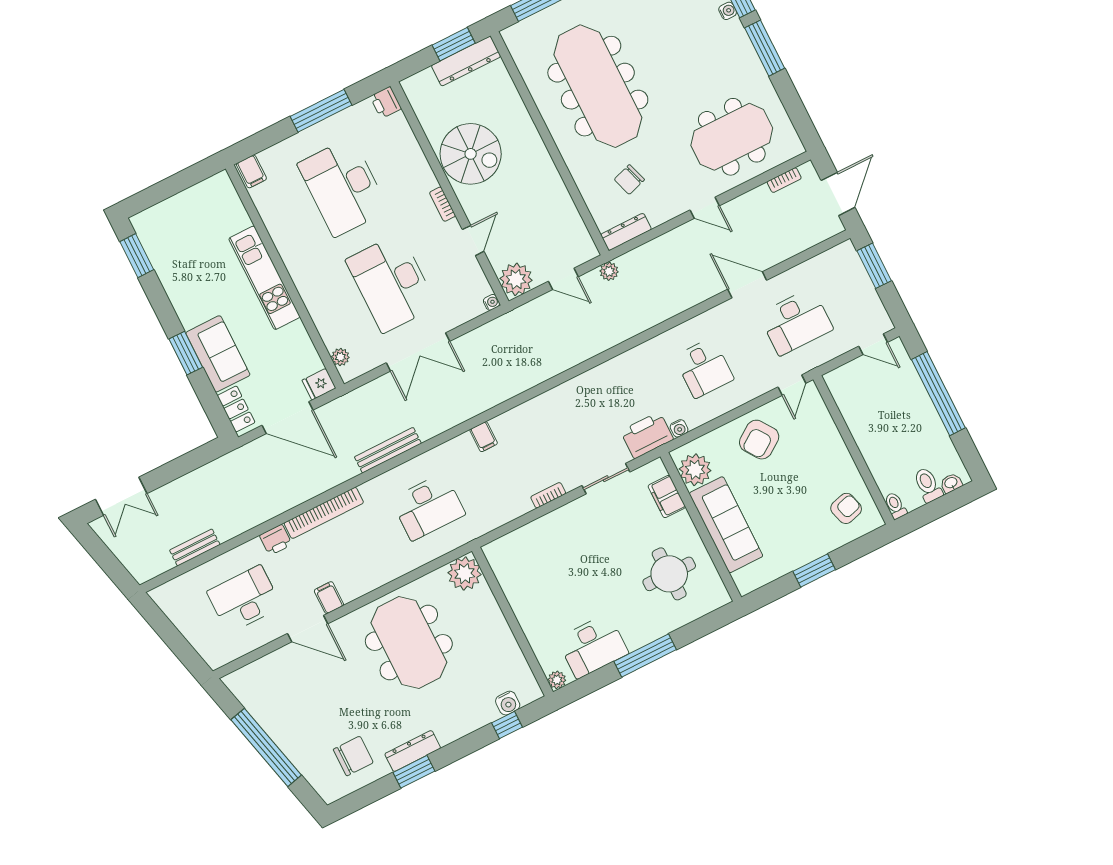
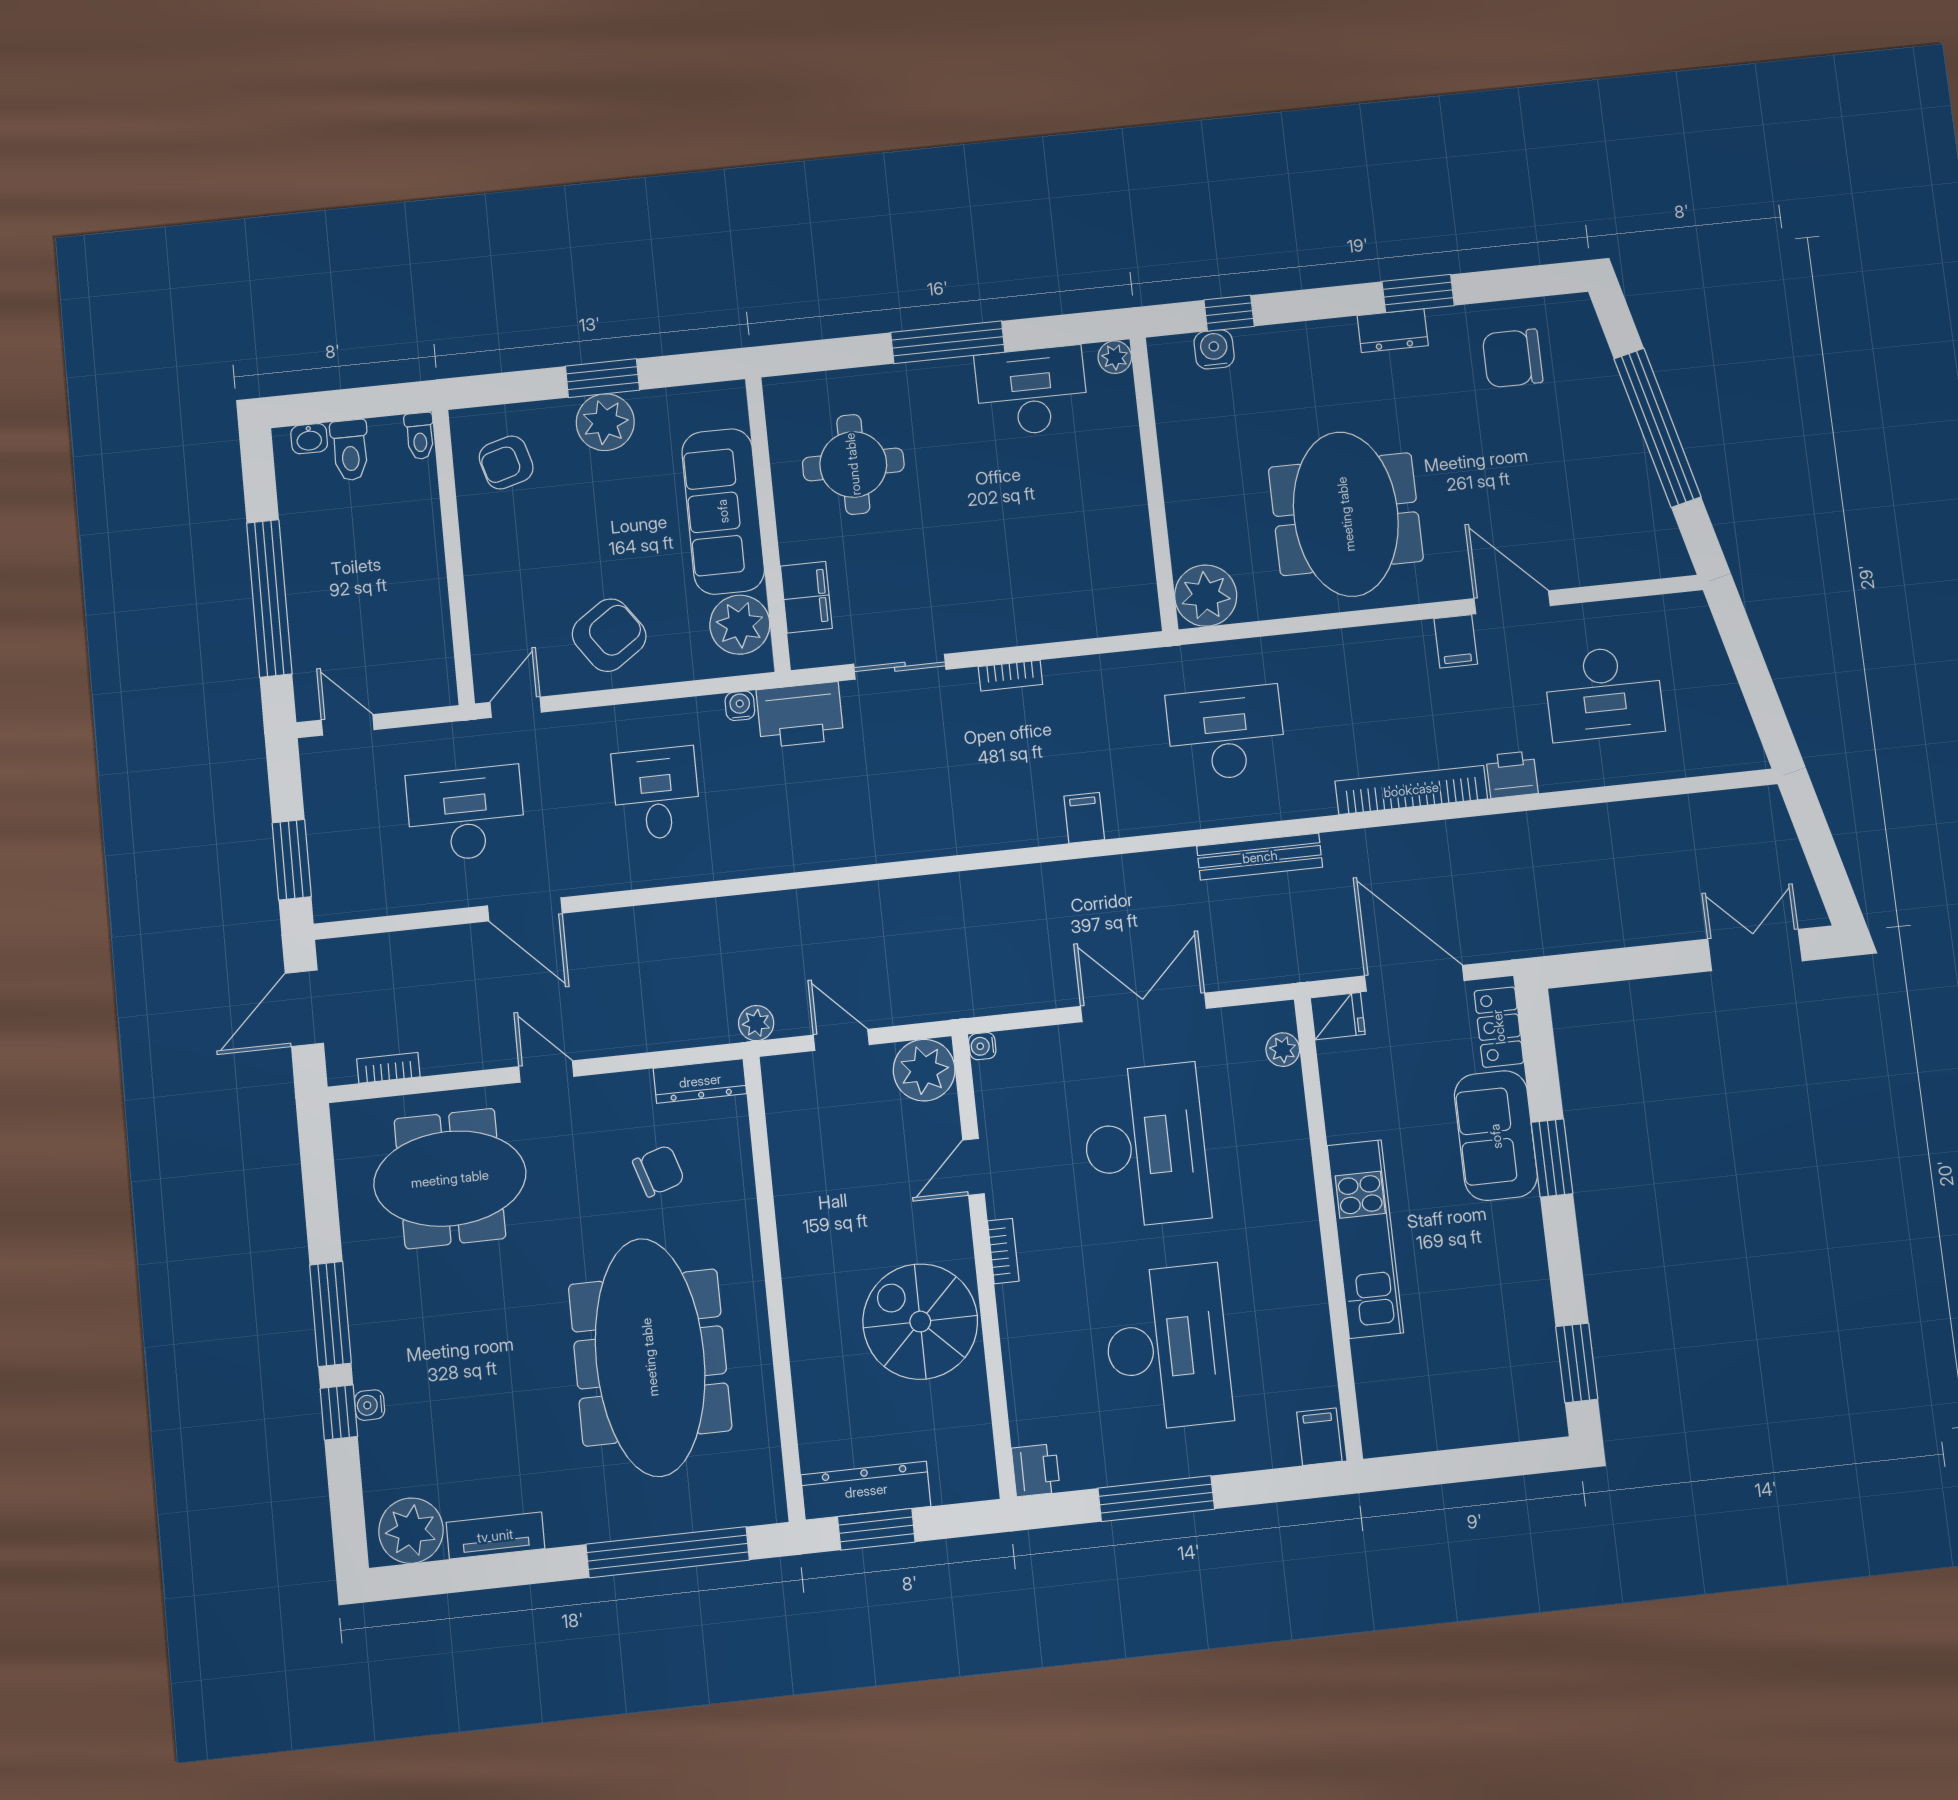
bench: (195, 547) -> (1658, 814), removed
plant: (804, 548) -> (605, 422), added
dresser: (413, 751) -> (1393, 331), width x0.70

